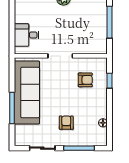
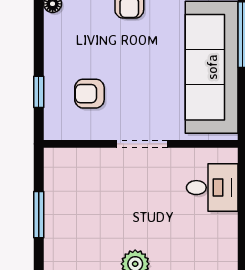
window: (109, 22) -> (39, 215), width x0.69

